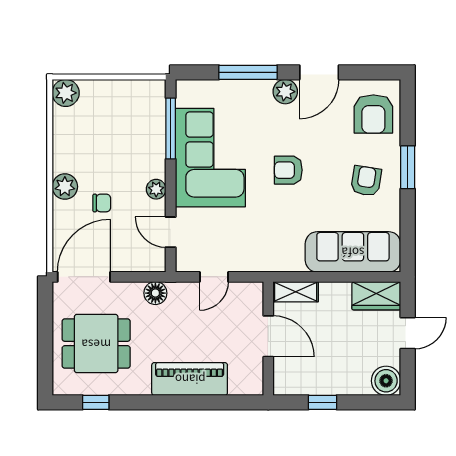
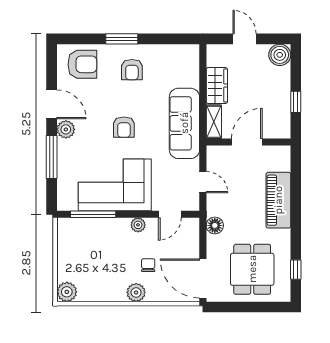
armchair: (366, 181) -> (132, 70), turned -99
sofa: (353, 252) -> (184, 123), moved
wardrobe: (376, 296) -> (217, 86), moved

